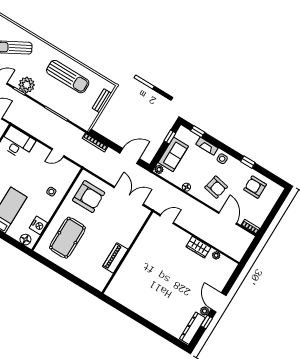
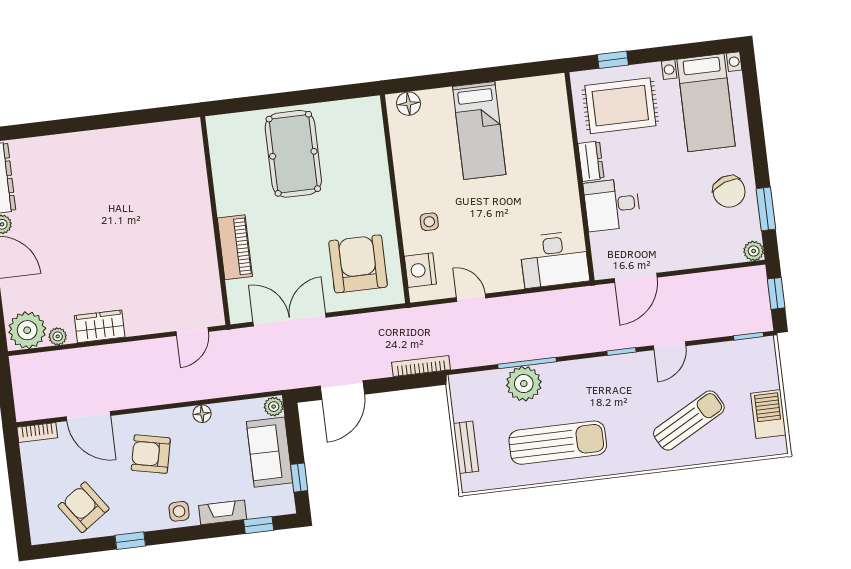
sun lounger: (68, 77) -> (558, 443), turned 180
plant: (27, 85) -> (524, 384), moved
door: (58, 153) -> (471, 298), hinge flipped
armchair: (255, 187) -> (84, 507), turned -125
double door: (129, 196) -> (290, 320), swing flipped
armchair: (89, 197) -> (358, 264), turned 90
nightstand: (38, 225) -> (420, 270), moved
pool table: (67, 238) -> (293, 154), moved
piano: (115, 258) -> (235, 247), moved
plant: (225, 266) -> (27, 330), added

